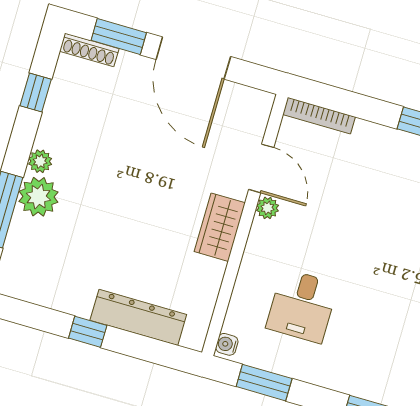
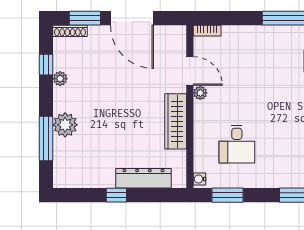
bookcase: (319, 116) -> (207, 31), width x0.64
plant: (40, 161) -> (60, 79), moved
wardrobe: (220, 227) -> (176, 121), width x1.50

